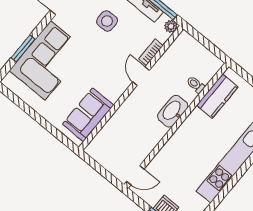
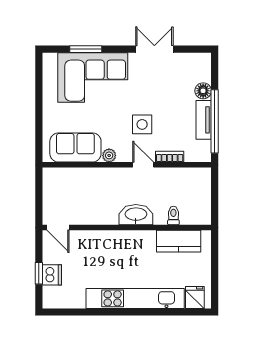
side table: (107, 21) -> (142, 124), moved
plant: (171, 26) -> (109, 155), moved
door: (141, 76) -> (143, 165), hinge flipped

